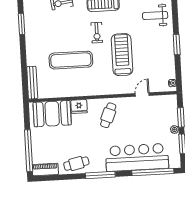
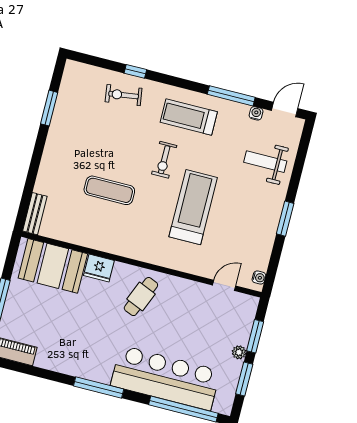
exercise mat: (71, 60) -> (109, 190), width x0.73, depth x0.69
bench: (32, 83) -> (35, 214), width x0.73
door: (142, 95) -> (224, 285), moved
cafe table: (76, 164) -> (66, 357), removed

